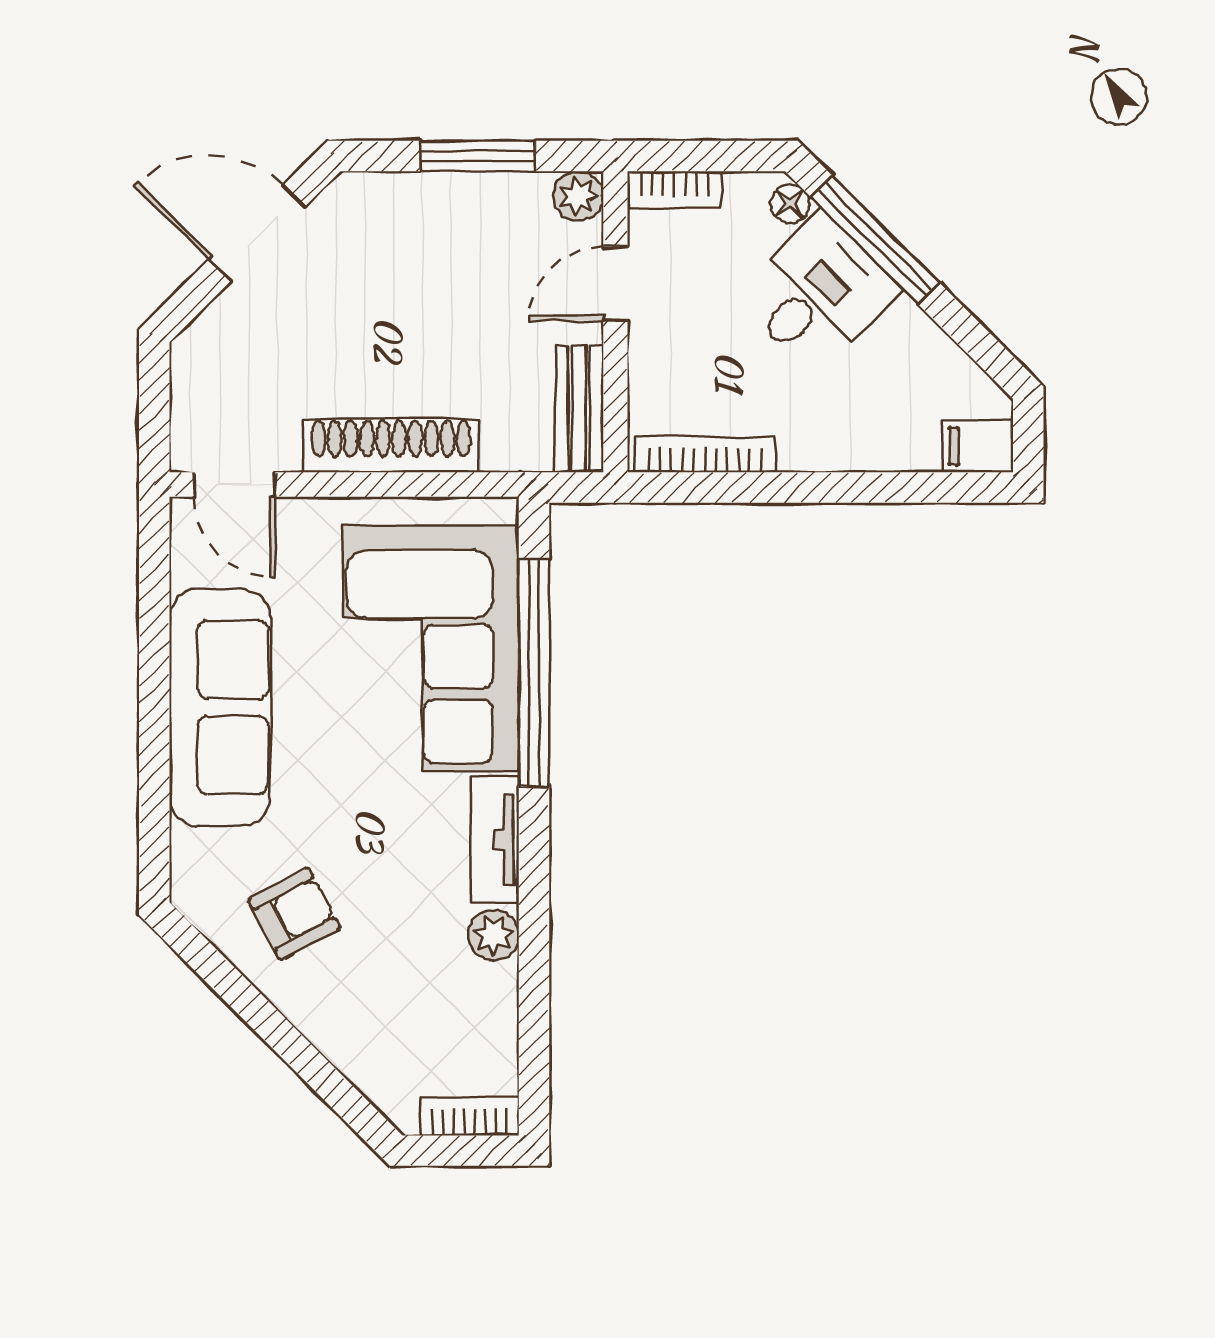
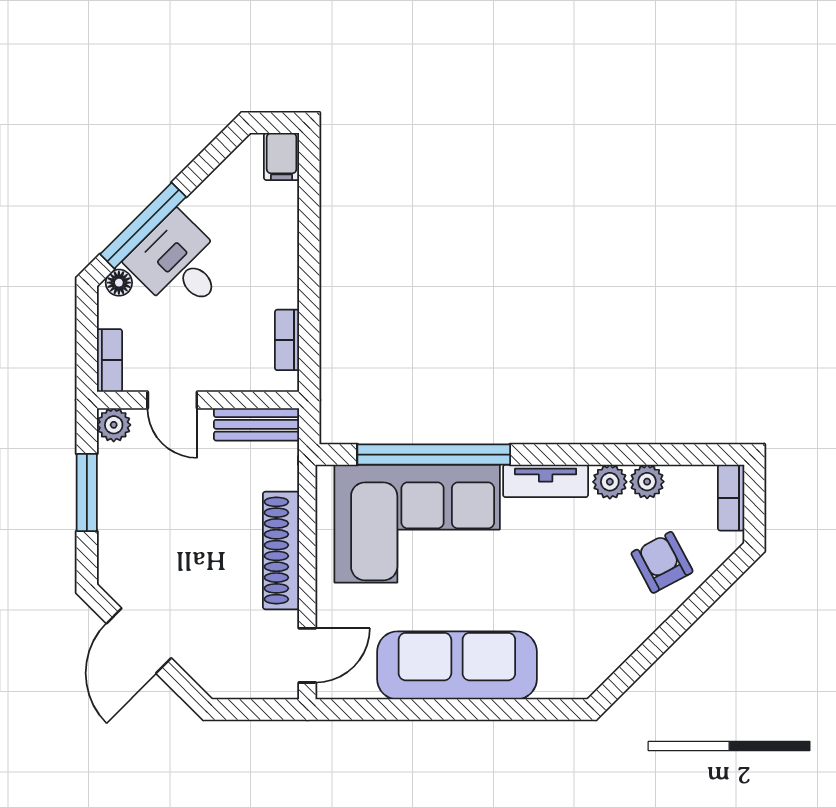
bookcase: (705, 454) -> (287, 340), width x0.64
armchair: (294, 914) -> (662, 562), moved
plant: (494, 991) -> (647, 482), added

